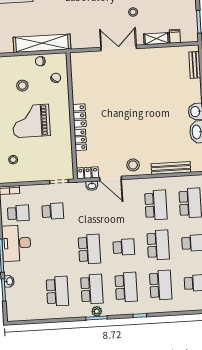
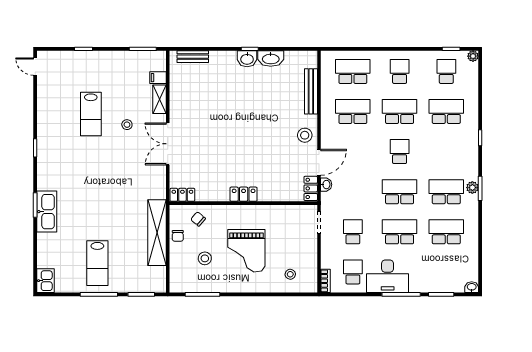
locker: (80, 140) -> (182, 195), moved
washbasin: (9, 281) -> (472, 287), moved
school desk: (126, 287) -> (400, 232), moved

